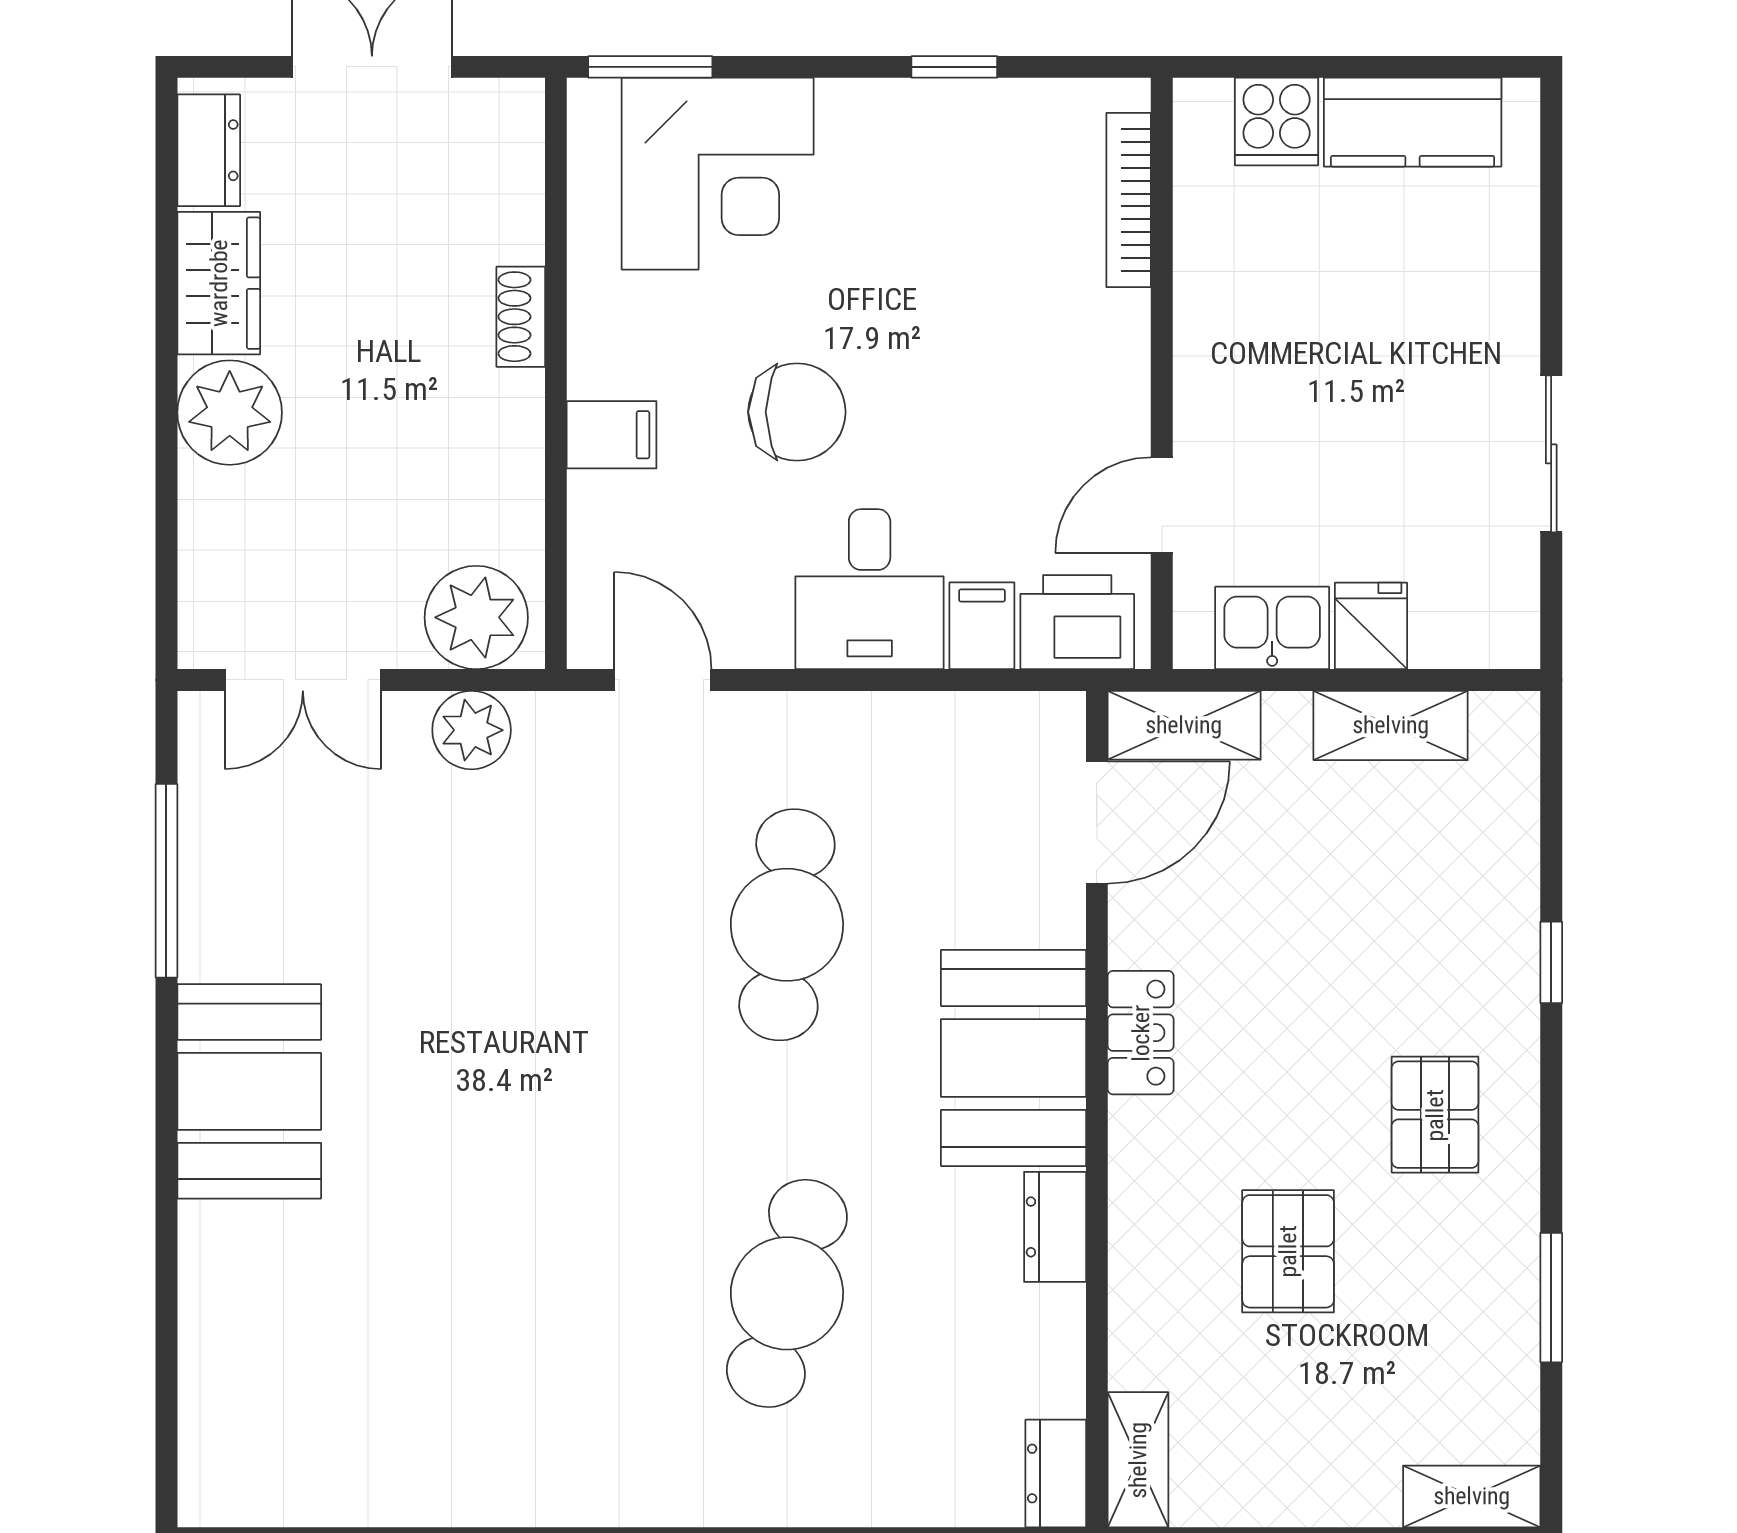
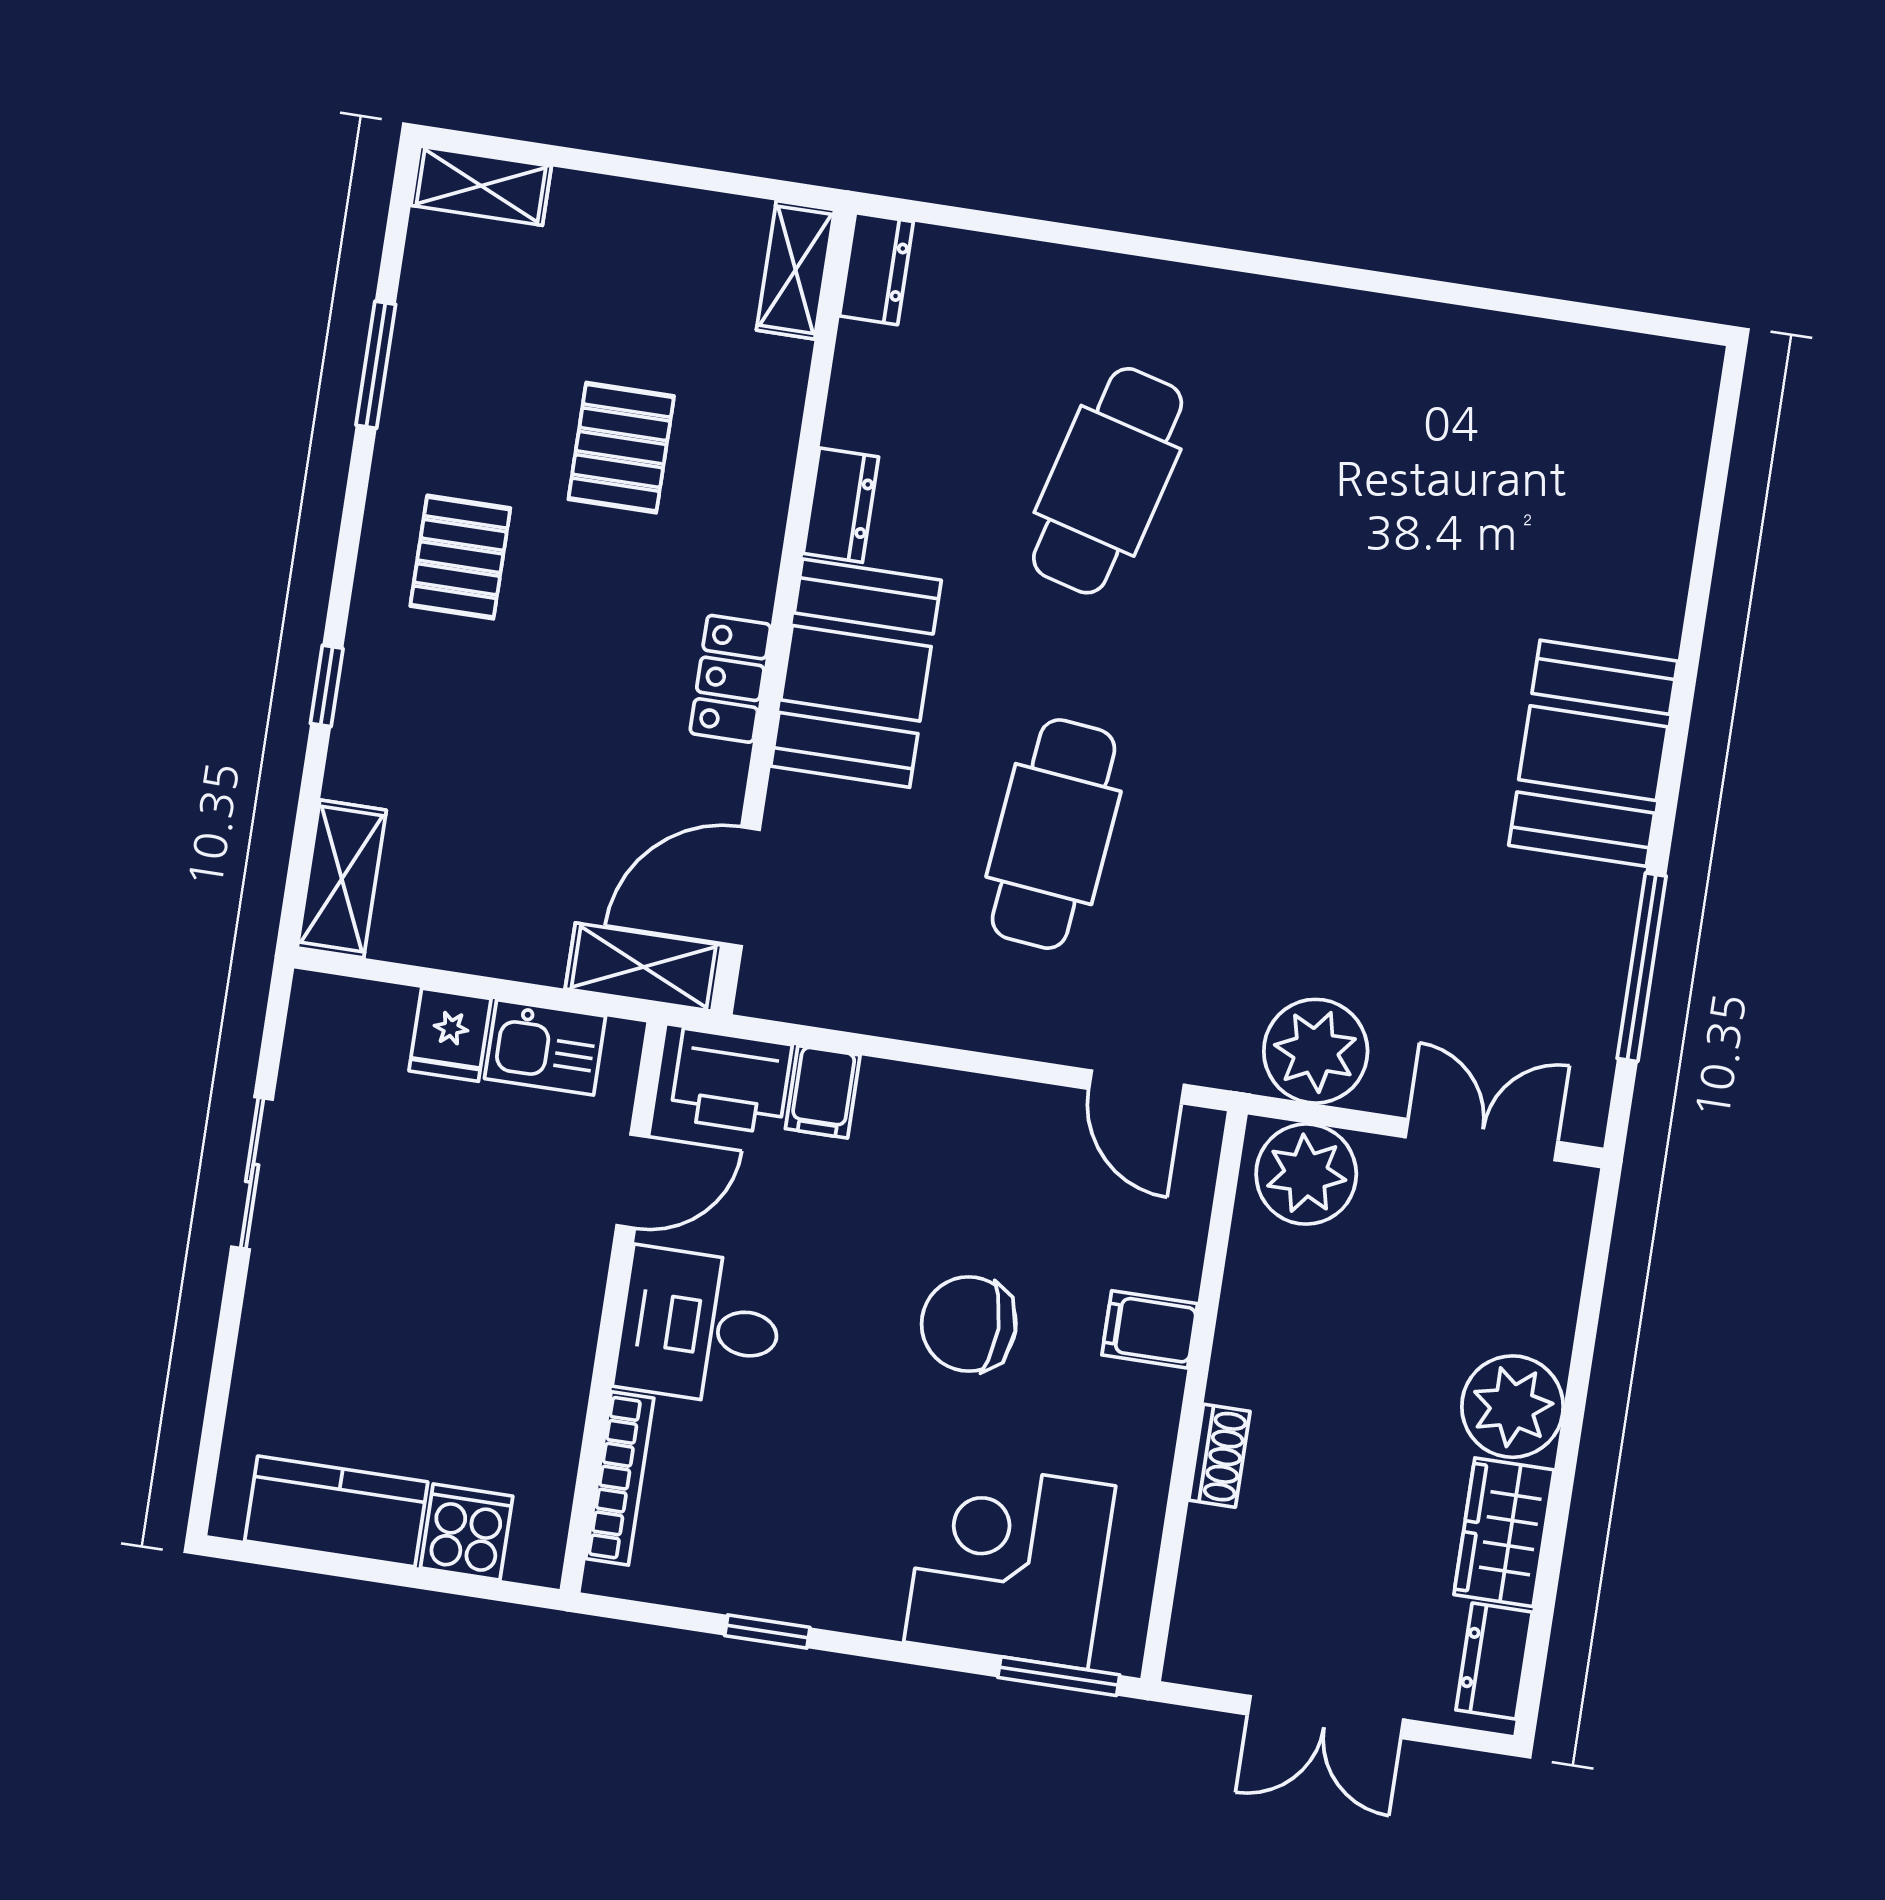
desk: (870, 589) -> (700, 1327), moved, turned -90
shelving: (1391, 725) -> (342, 879), moved, turned 90
plant: (472, 730) -> (1316, 1051), width x1.36, depth x1.36

